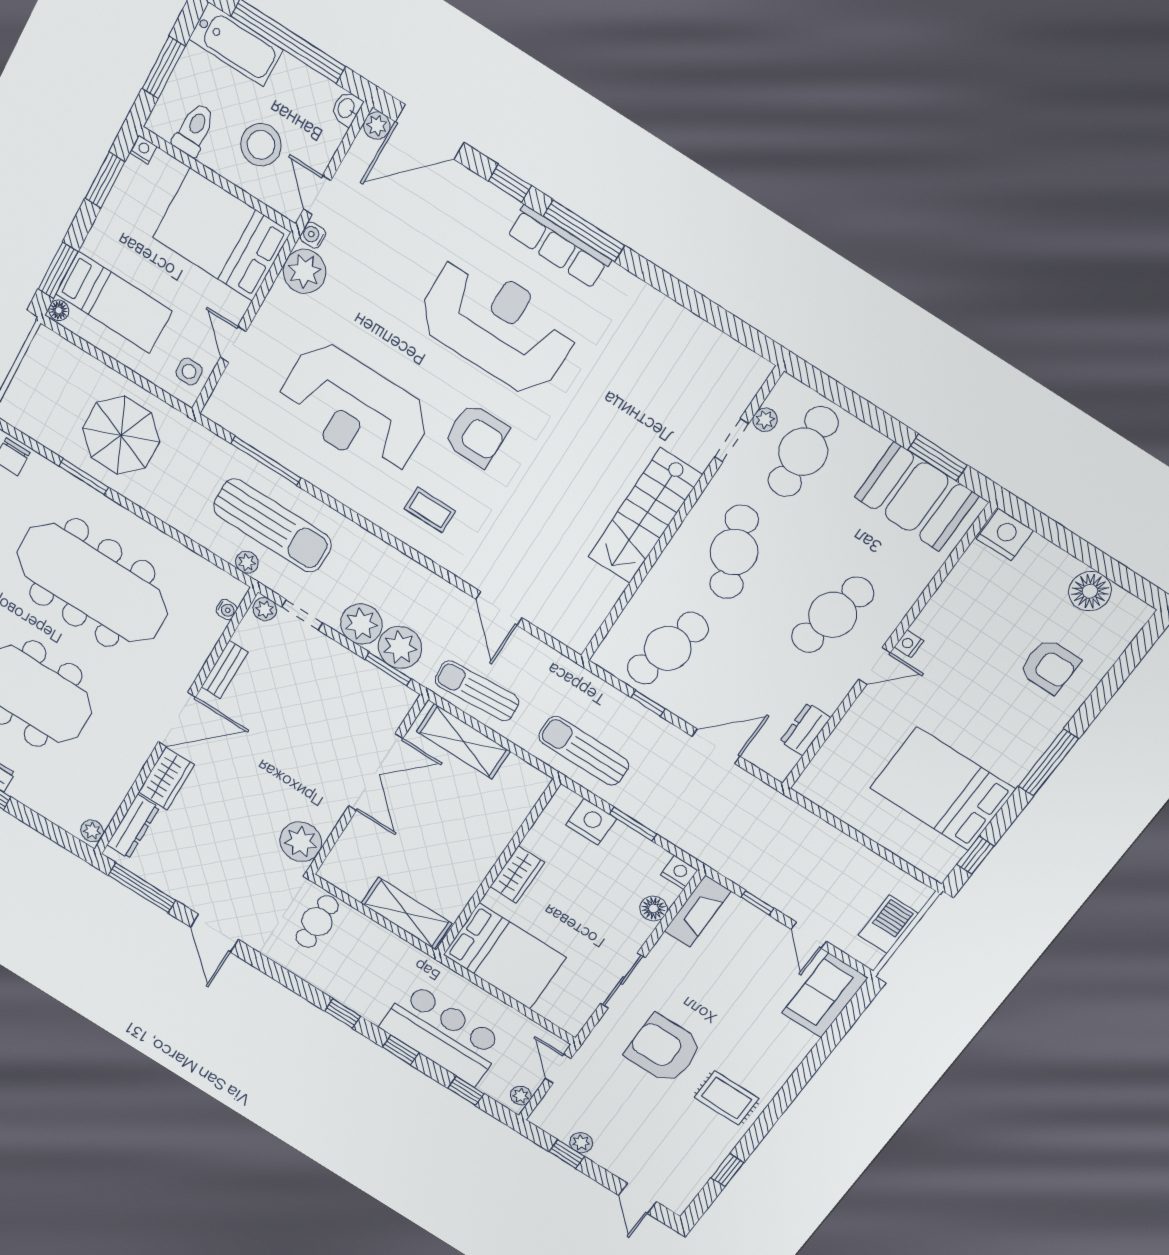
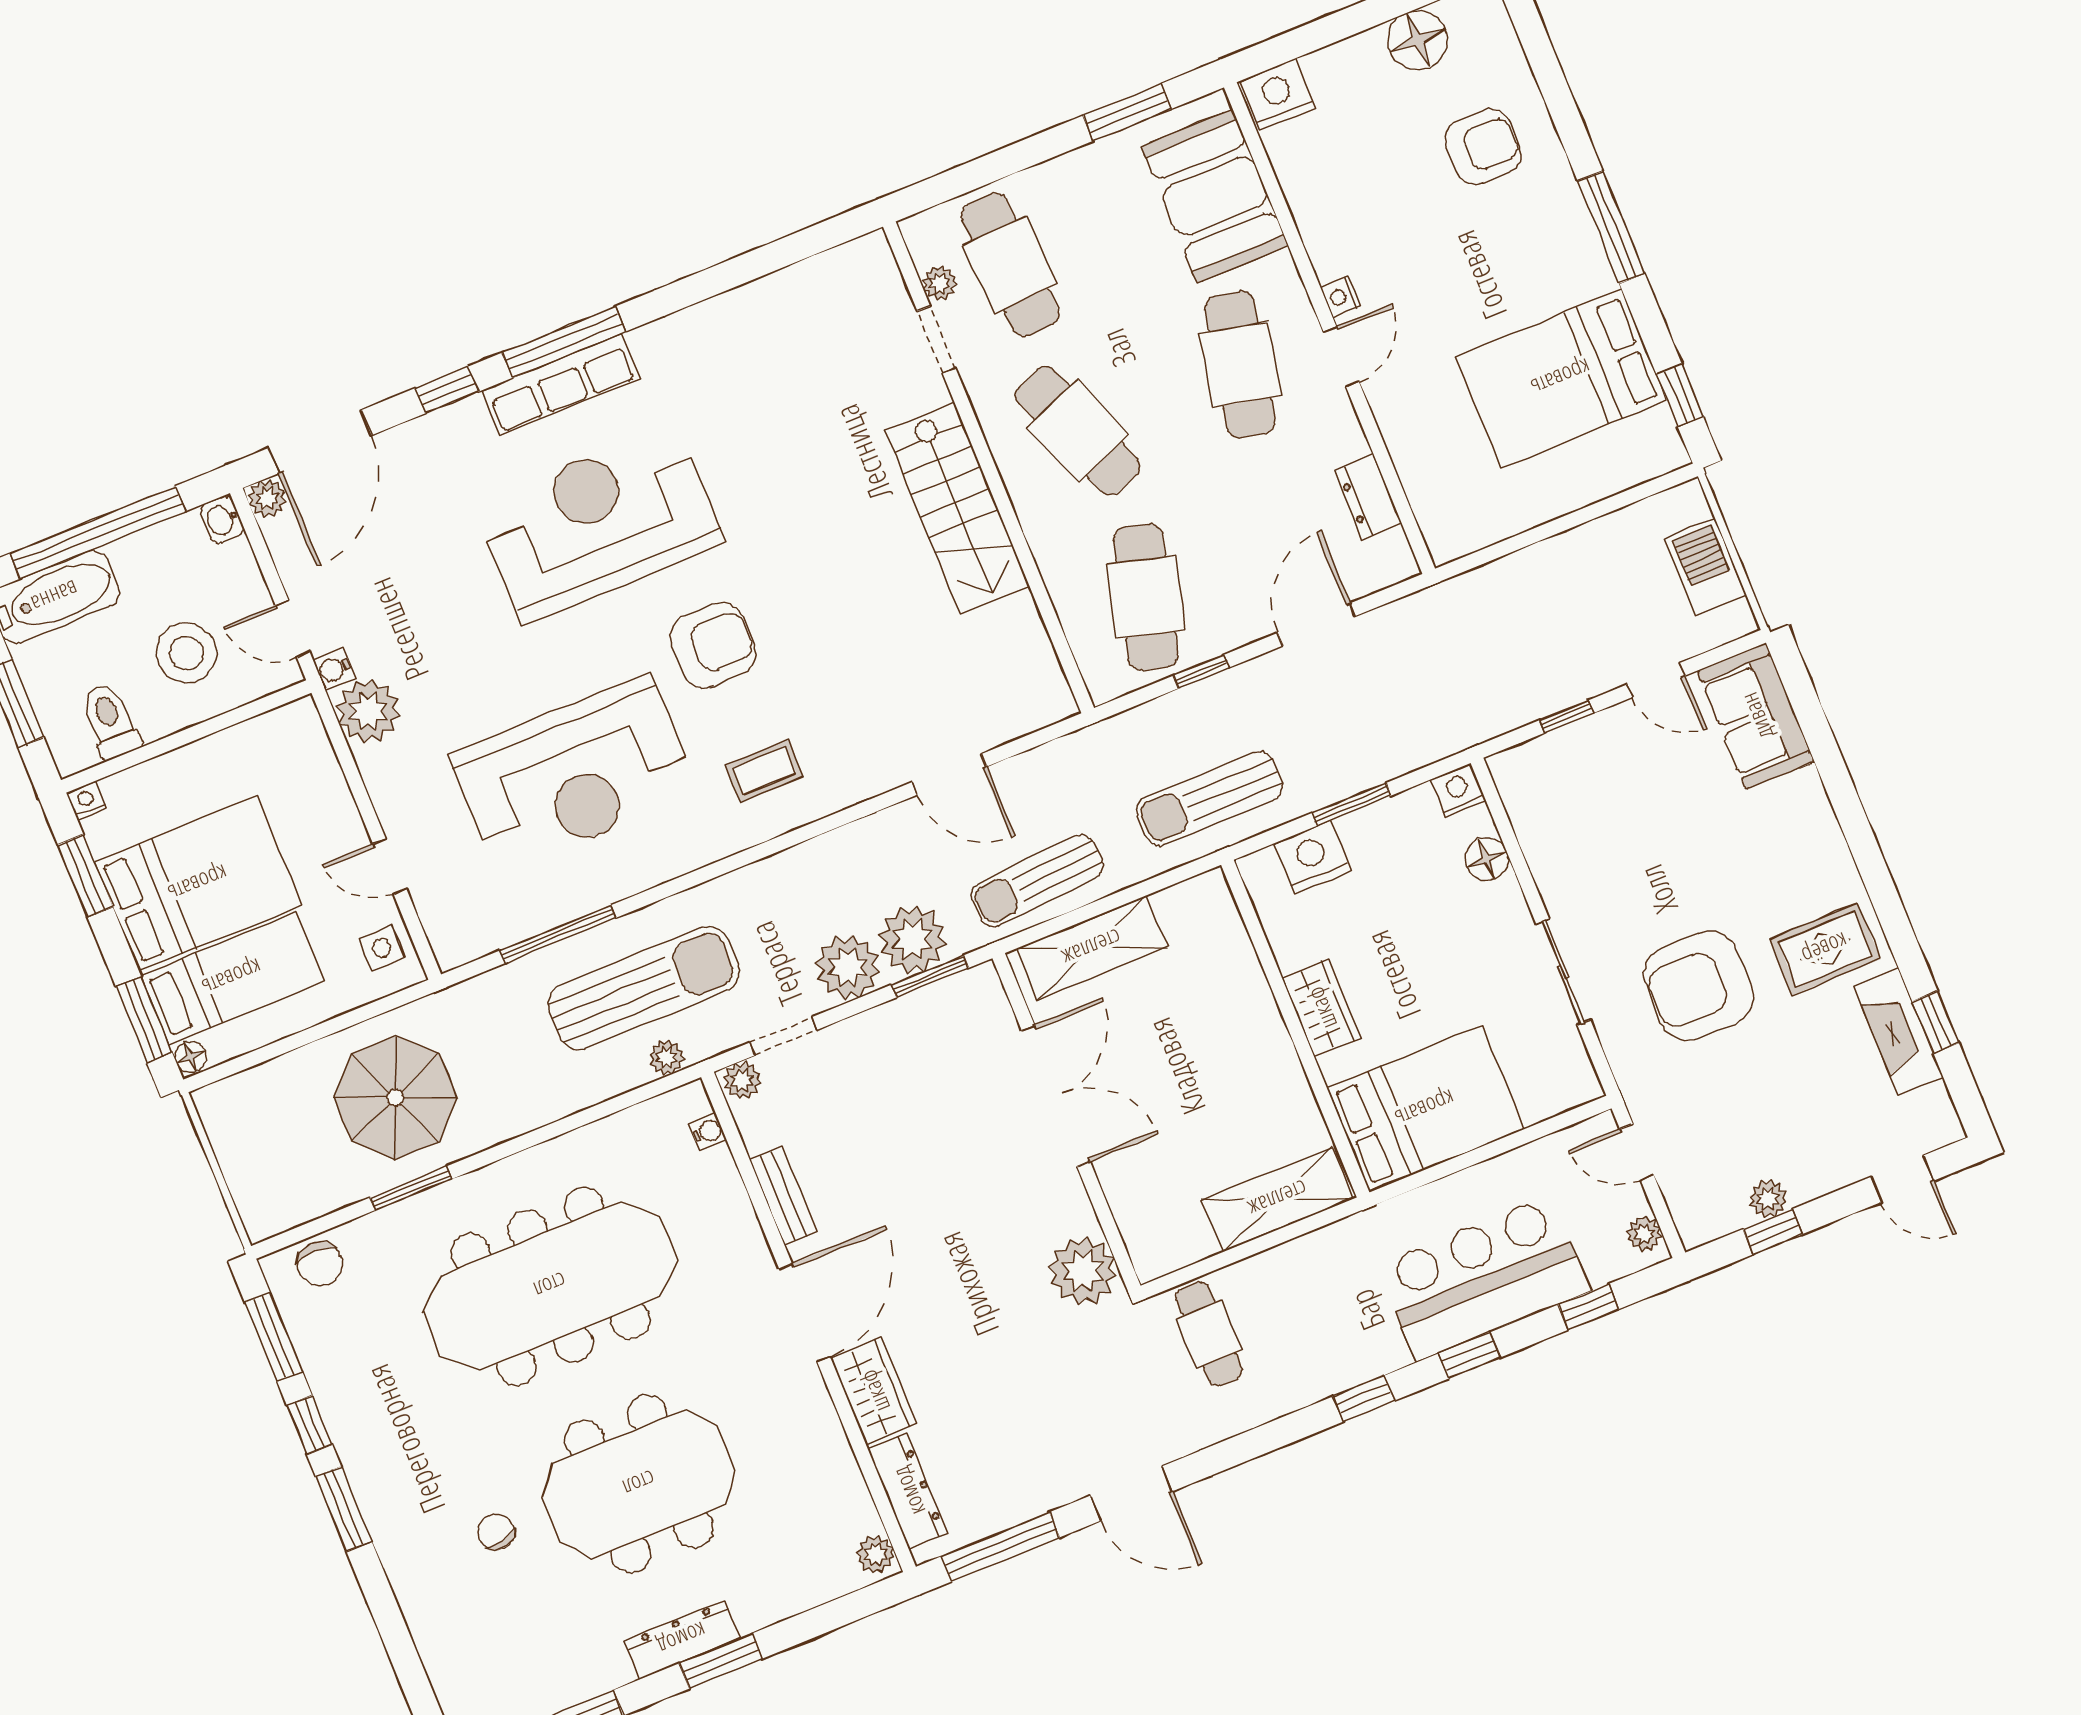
bed: (221, 235) -> (198, 884), moved, turned 180
booth: (917, 497) -> (1215, 196), moved, turned 90
fireplace: (697, 911) -> (1898, 1031), moved, turned 180

